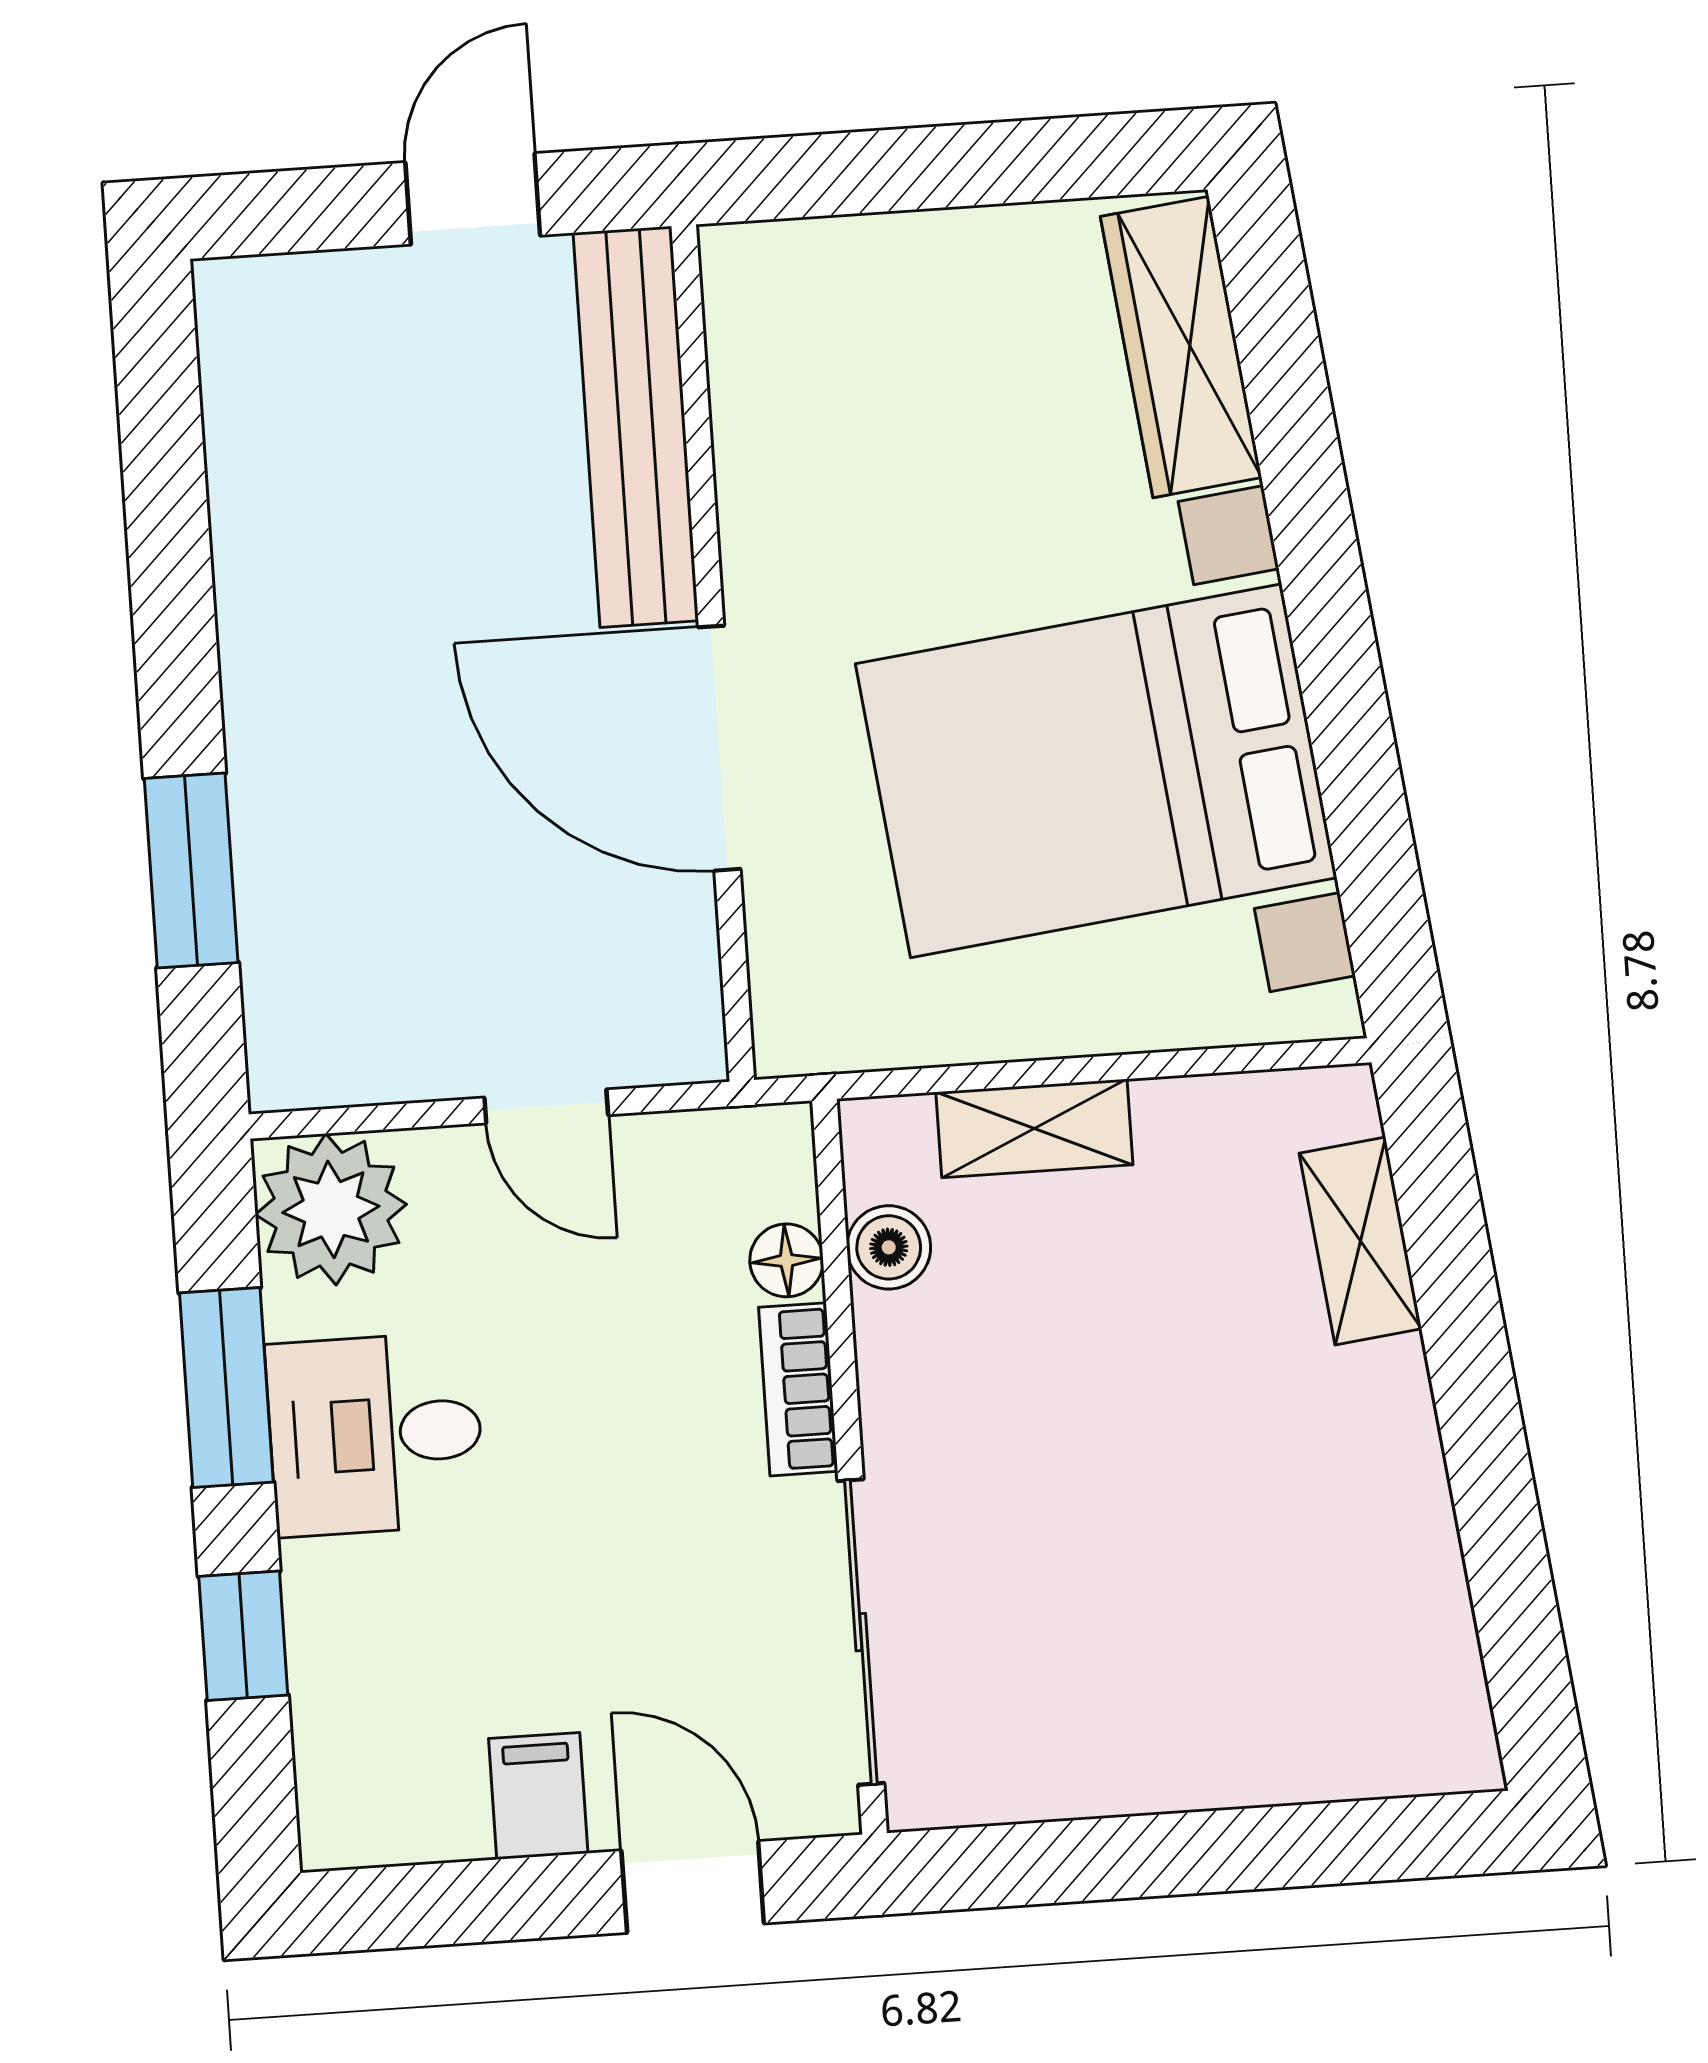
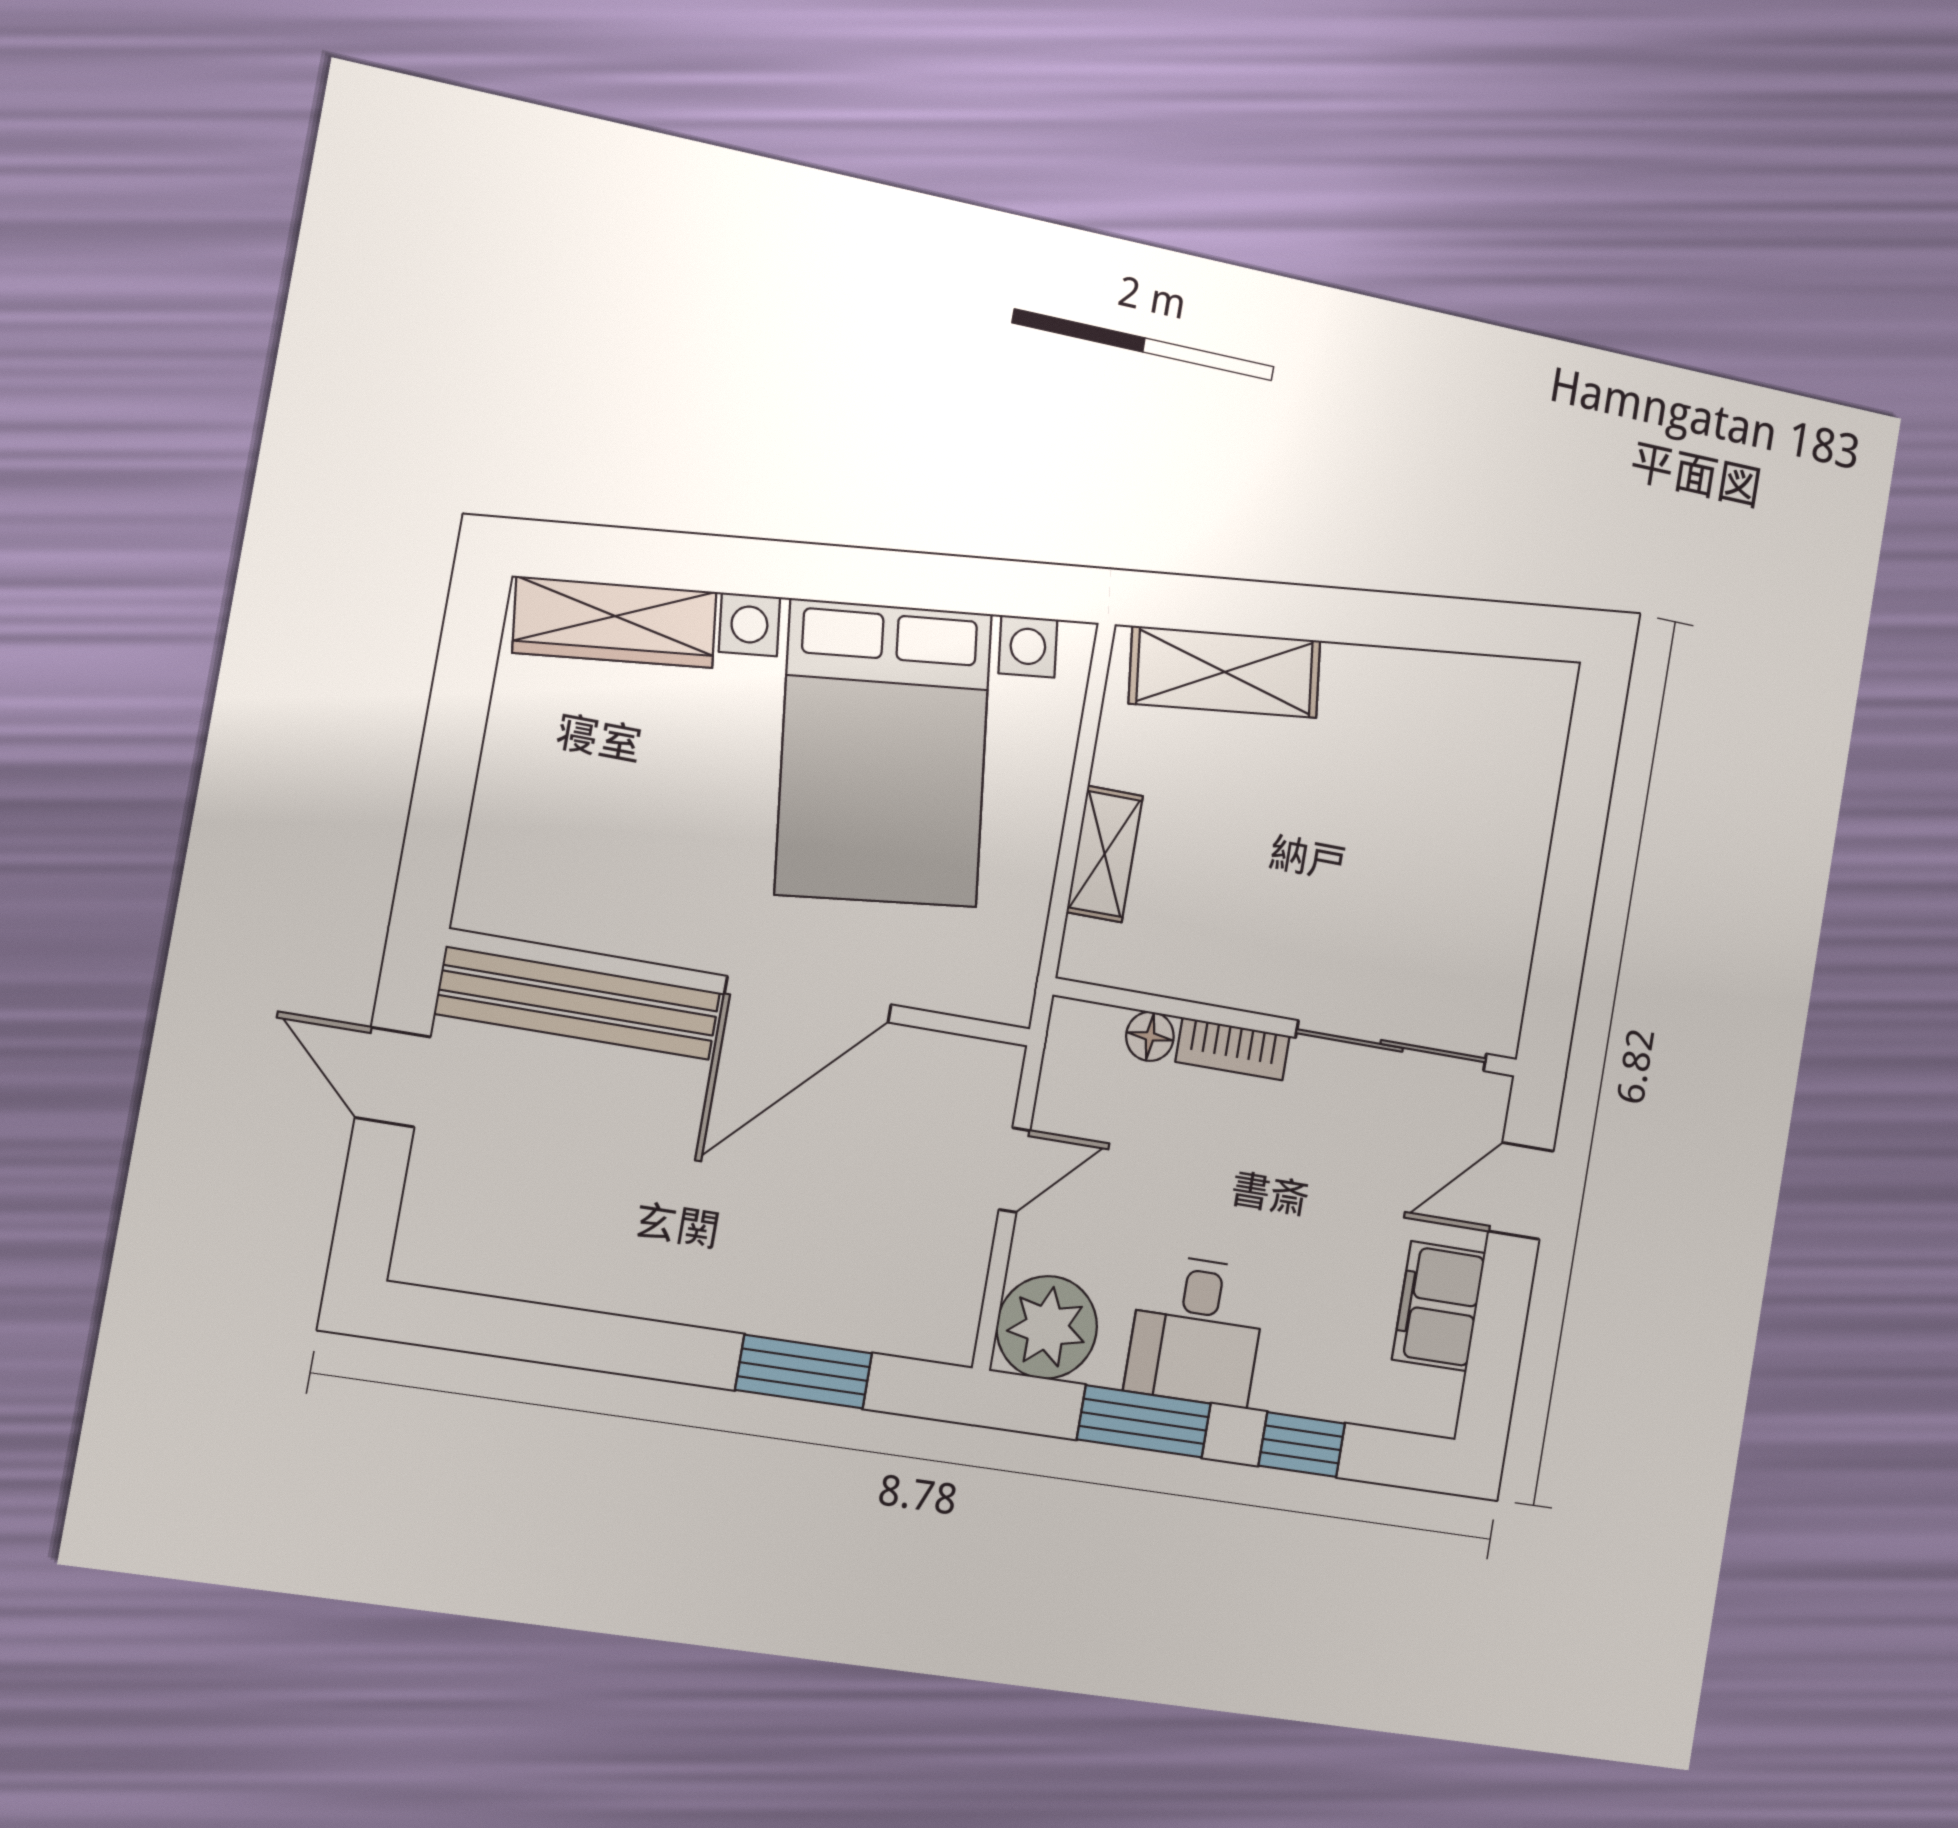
shelving: (1360, 1241) -> (1225, 672), width x1.50, depth x1.33
boiler: (889, 1247) -> (1157, 968), removed
filing cabinet: (538, 1796) -> (1439, 1306), width x2.00

